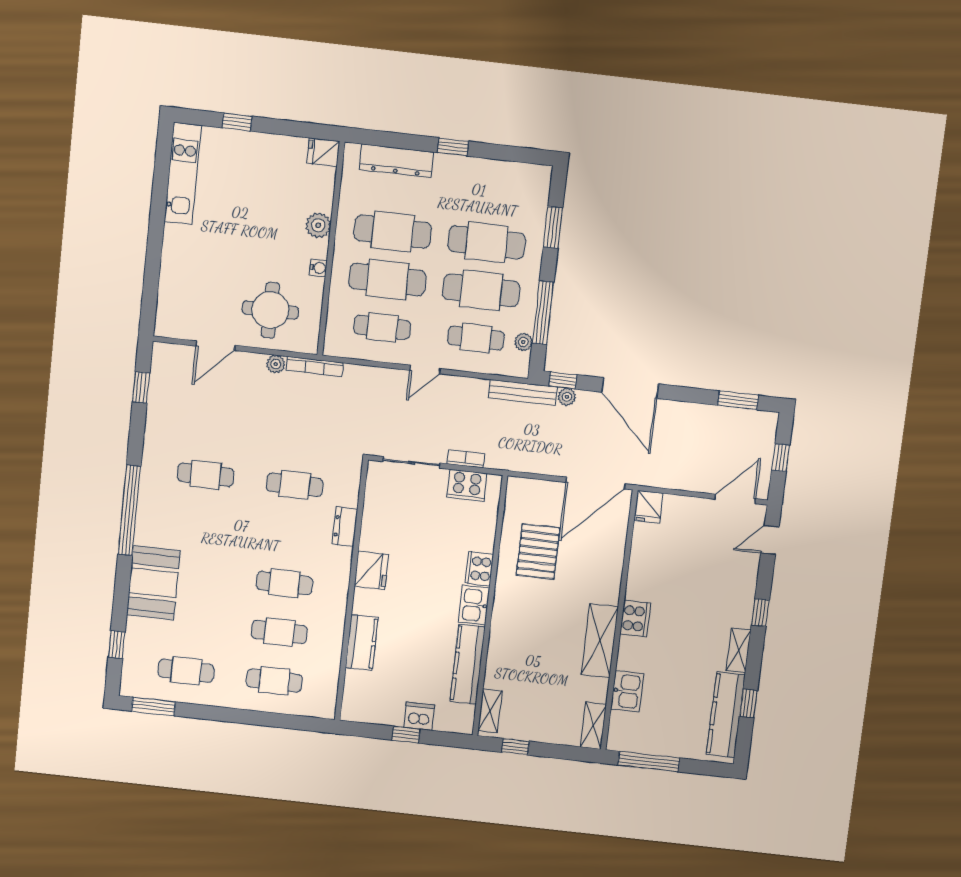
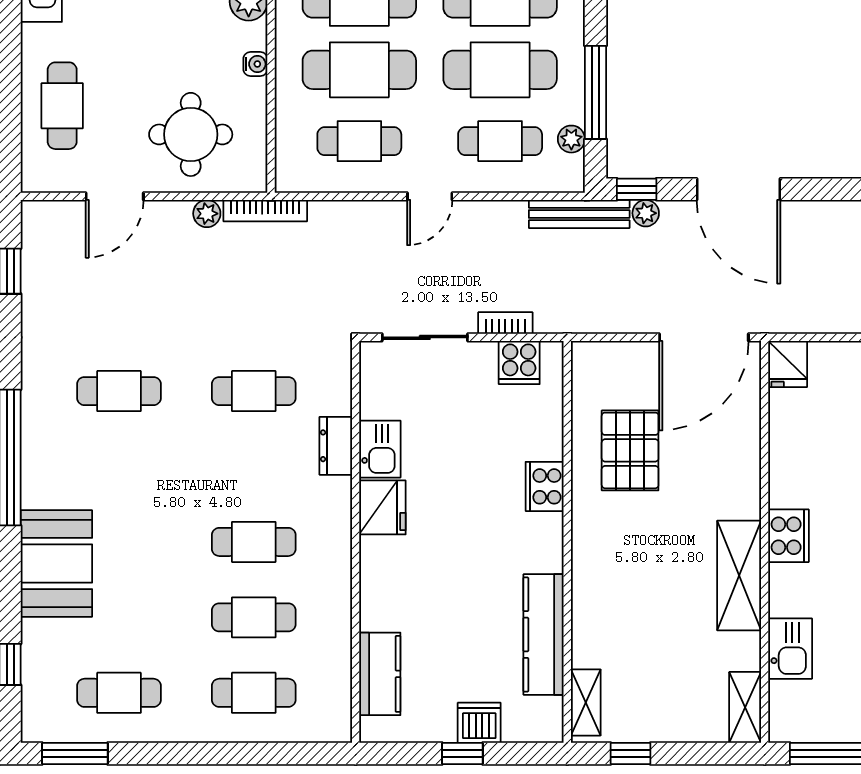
cafe table: (186, 281) -> (62, 106), added
cooker: (467, 485) -> (519, 363), width x0.73
kitchen sink: (474, 605) -> (380, 449), moved, turned 180
kitchen counter: (362, 643) -> (380, 674), moved

